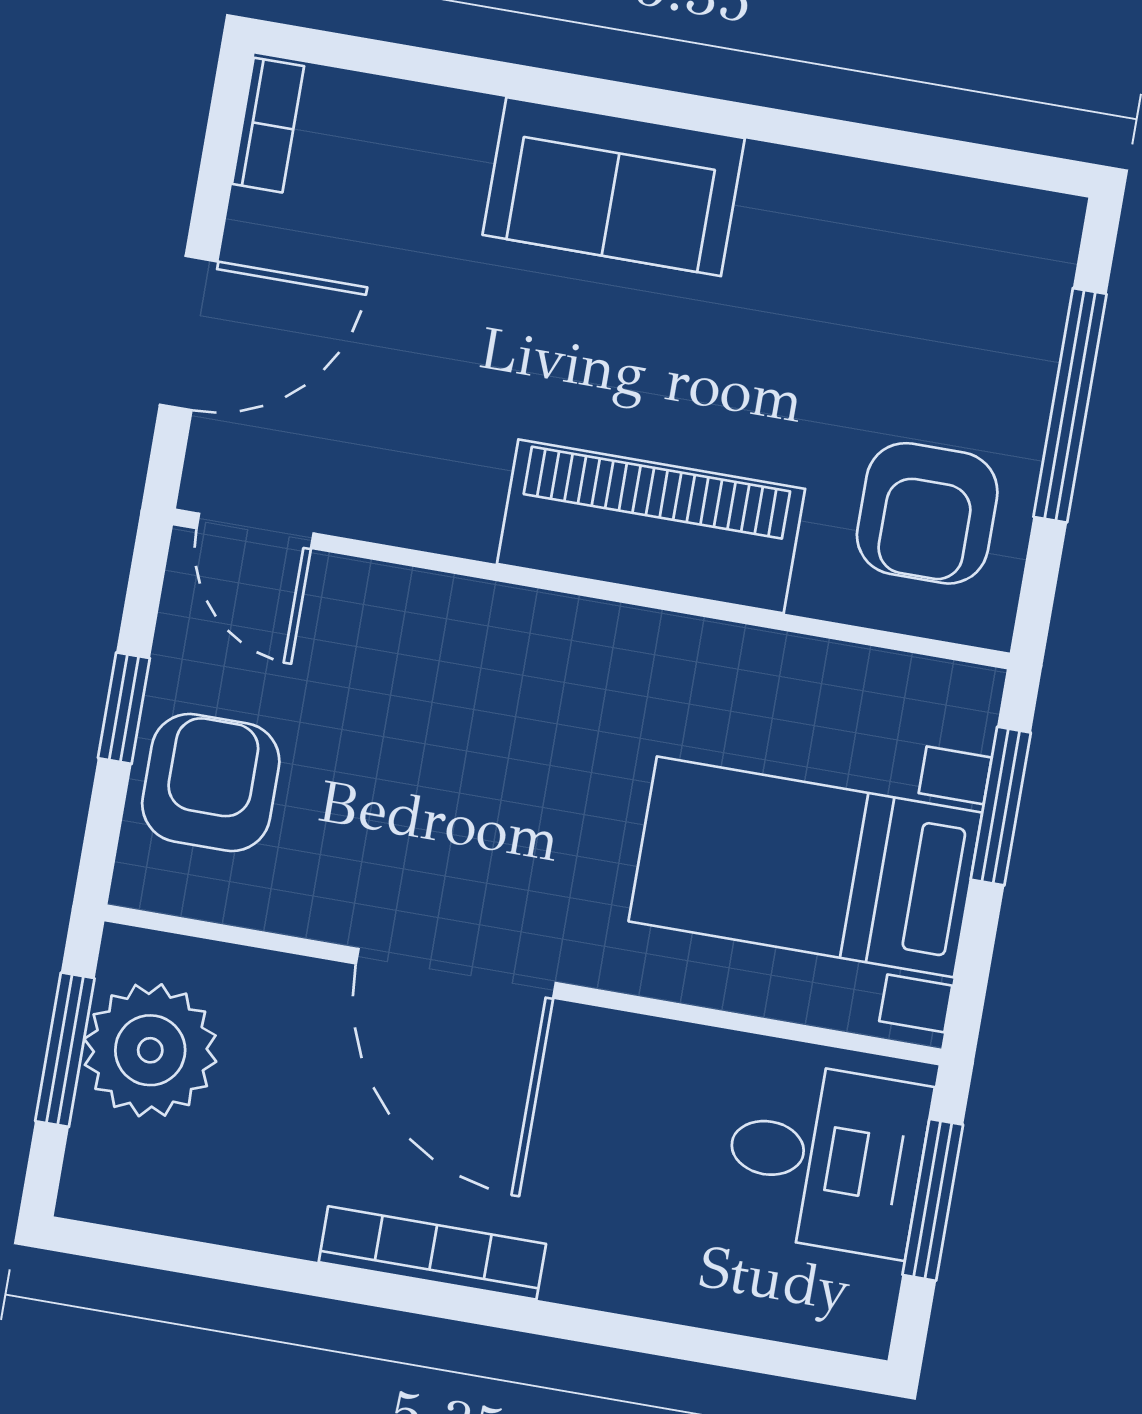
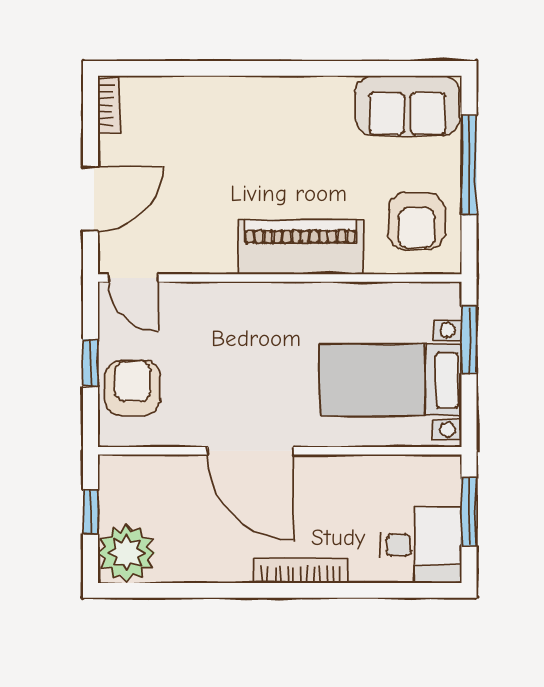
sofa: (614, 187) -> (407, 106), moved
window: (65, 1050) -> (90, 512), width x0.67
plant: (150, 1050) -> (127, 553), moved
desk: (826, 1158) -> (421, 545), moved
bookcase: (432, 1253) -> (301, 571), moved

